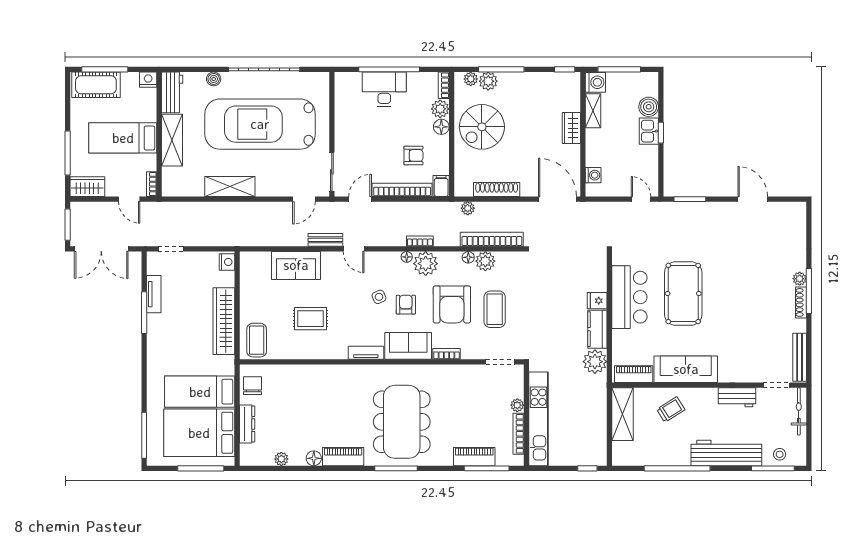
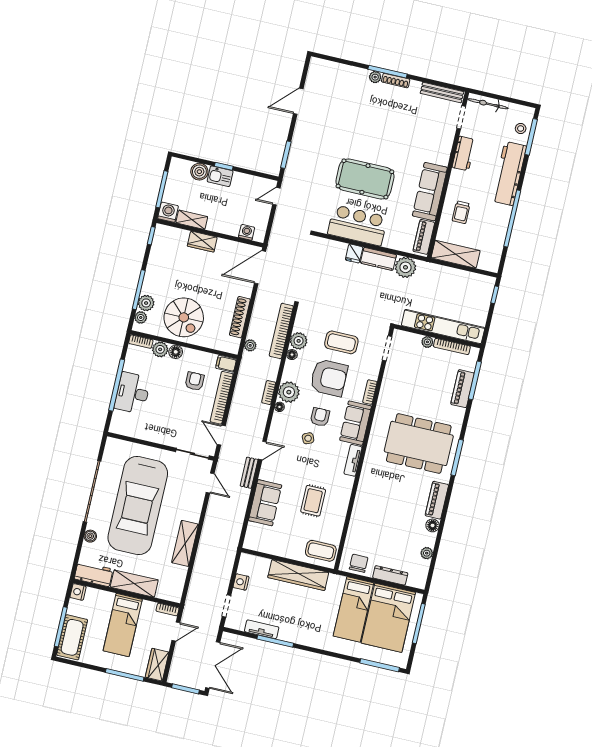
nightstand: (227, 262) -> (241, 582), moved, turned -90
armchair: (406, 305) -> (320, 417), turned 90
chair: (252, 386) -> (359, 563), turned 90
trolley: (671, 409) -> (461, 212), turned -148

